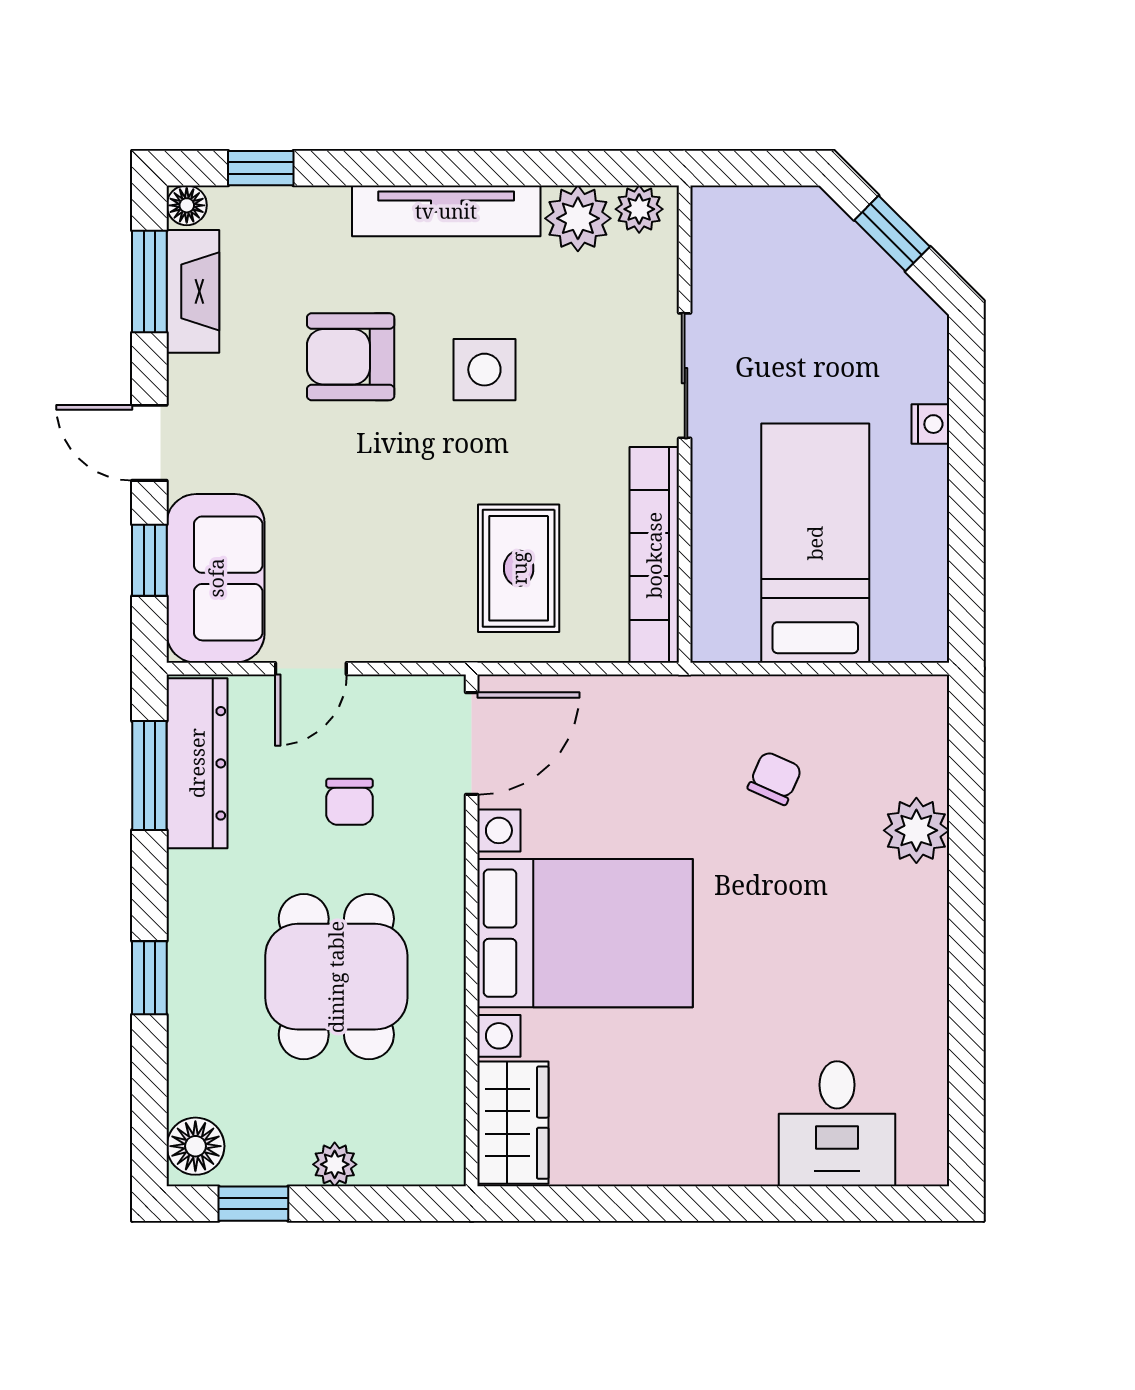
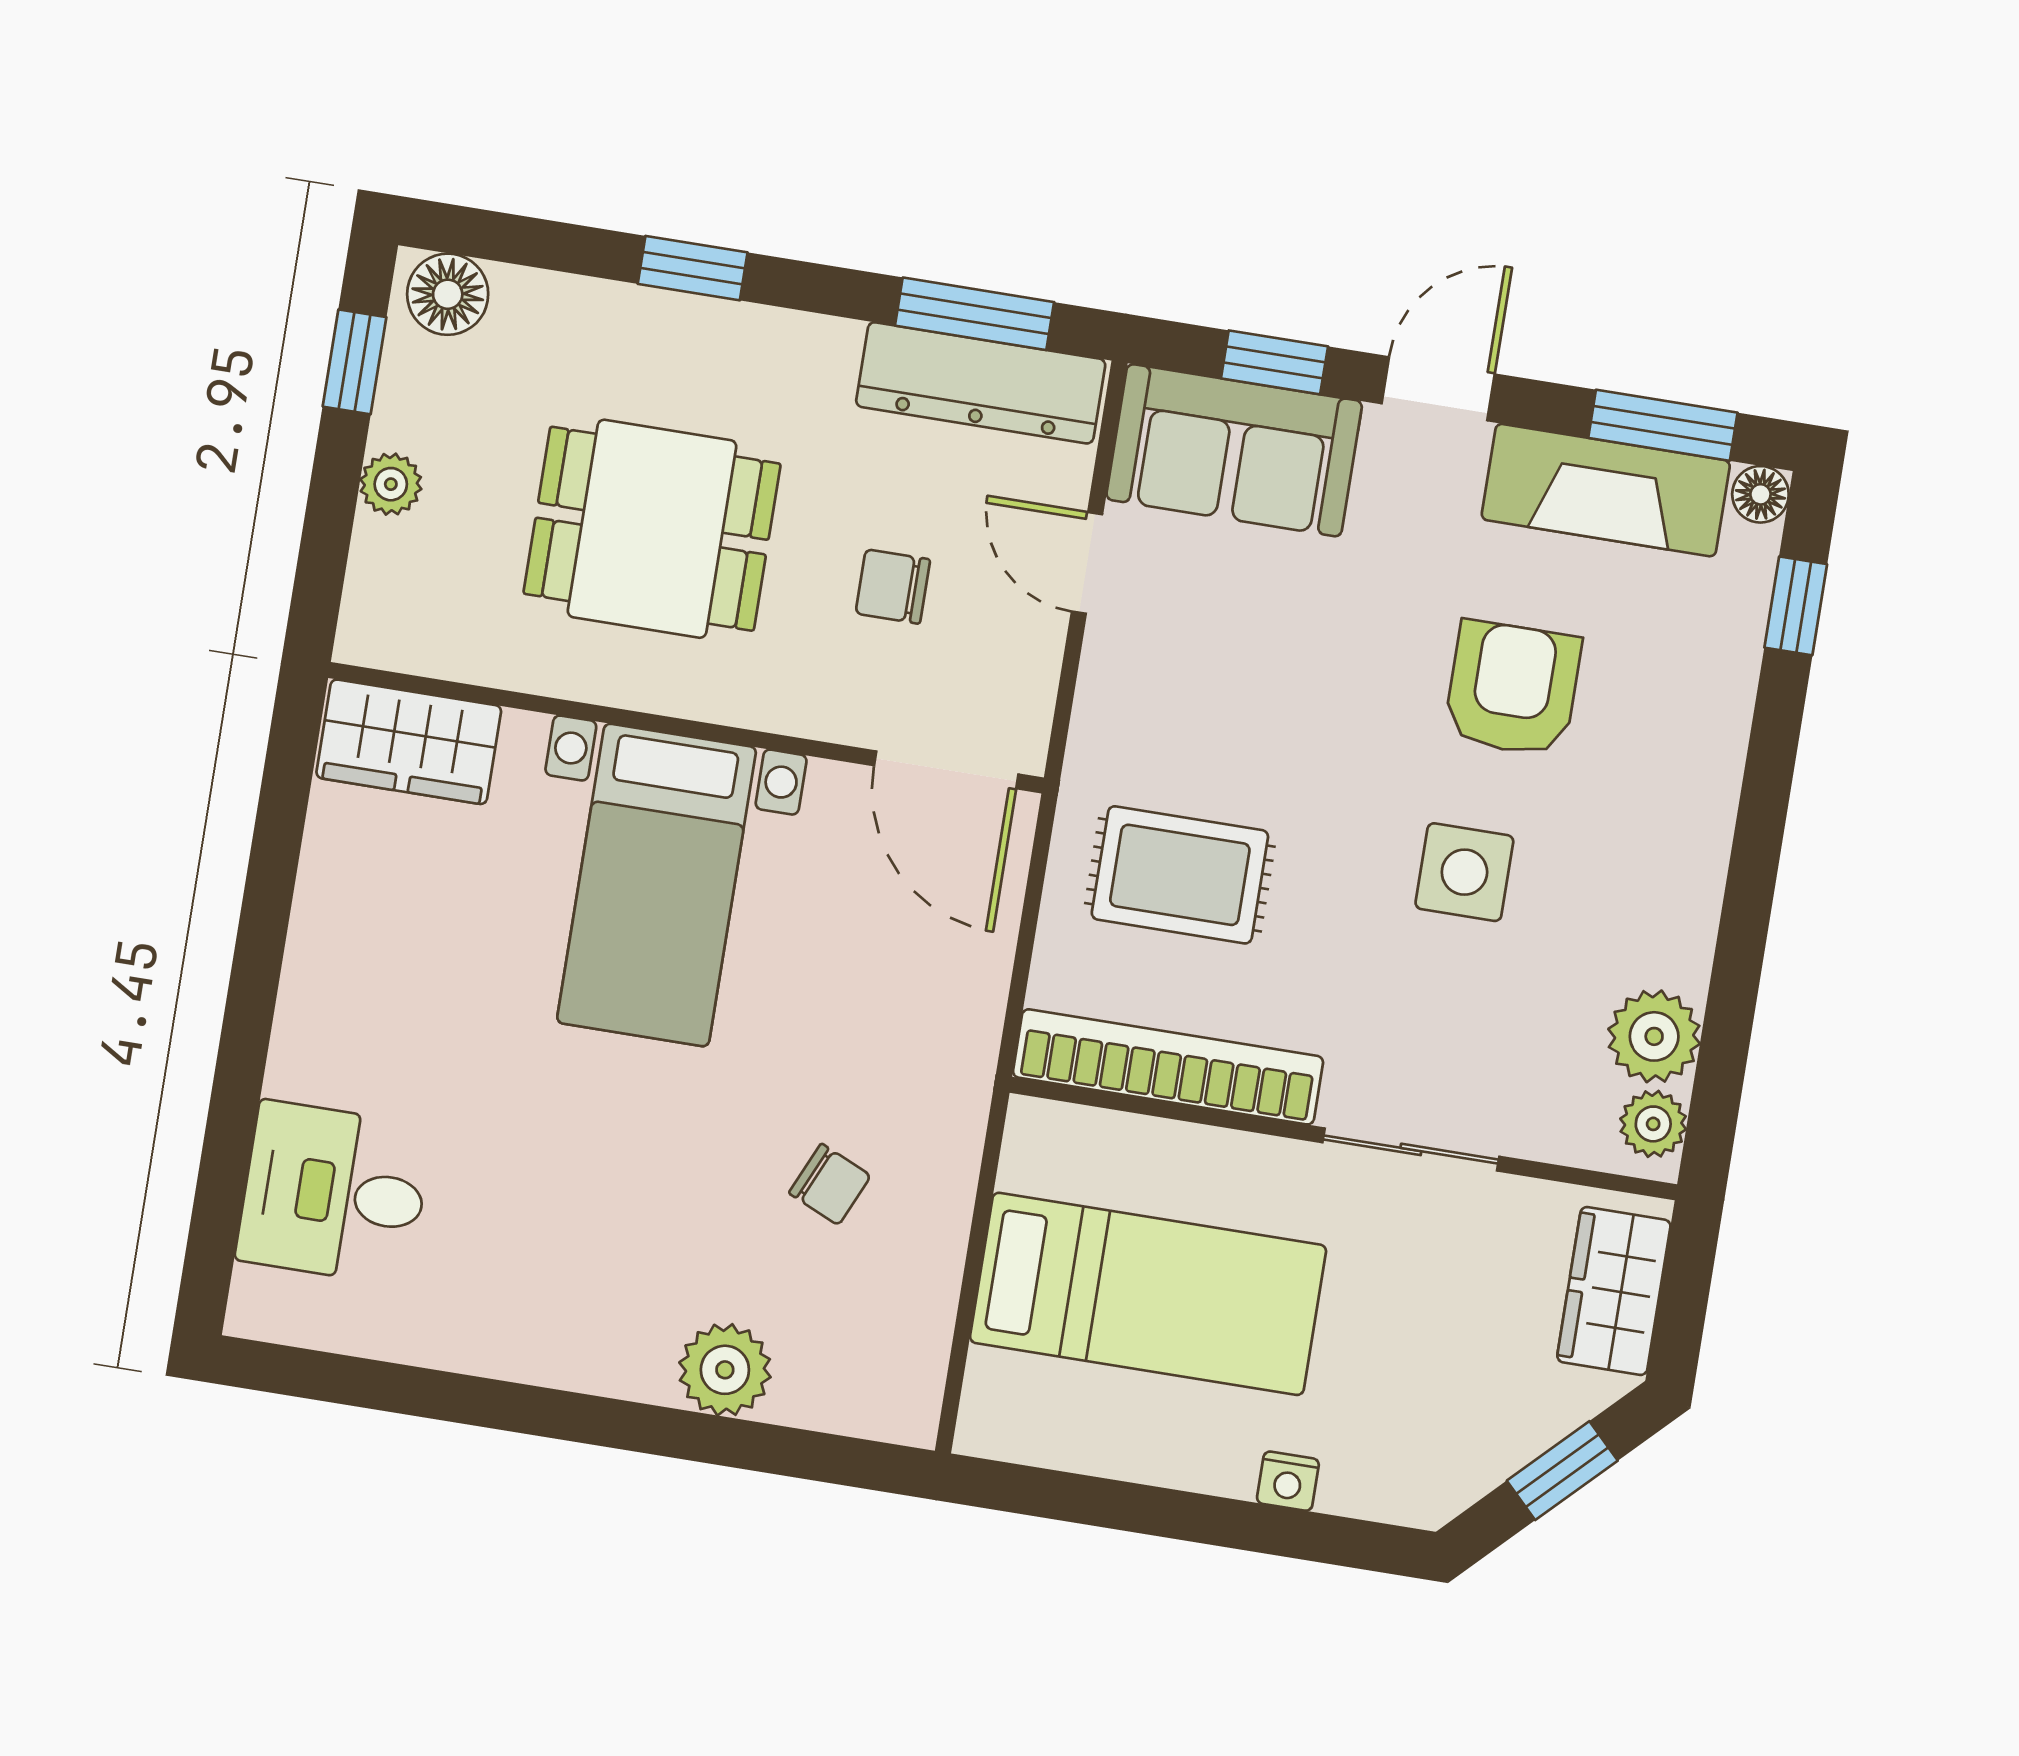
tv unit: (446, 211) -> (1694, 855), removed
wardrobe: (761, 218) -> (1614, 1291), added
fireplace: (193, 291) -> (1606, 490), width x1.37, depth x1.32
bed with nightstands: (585, 933) -> (657, 885), width x0.73

